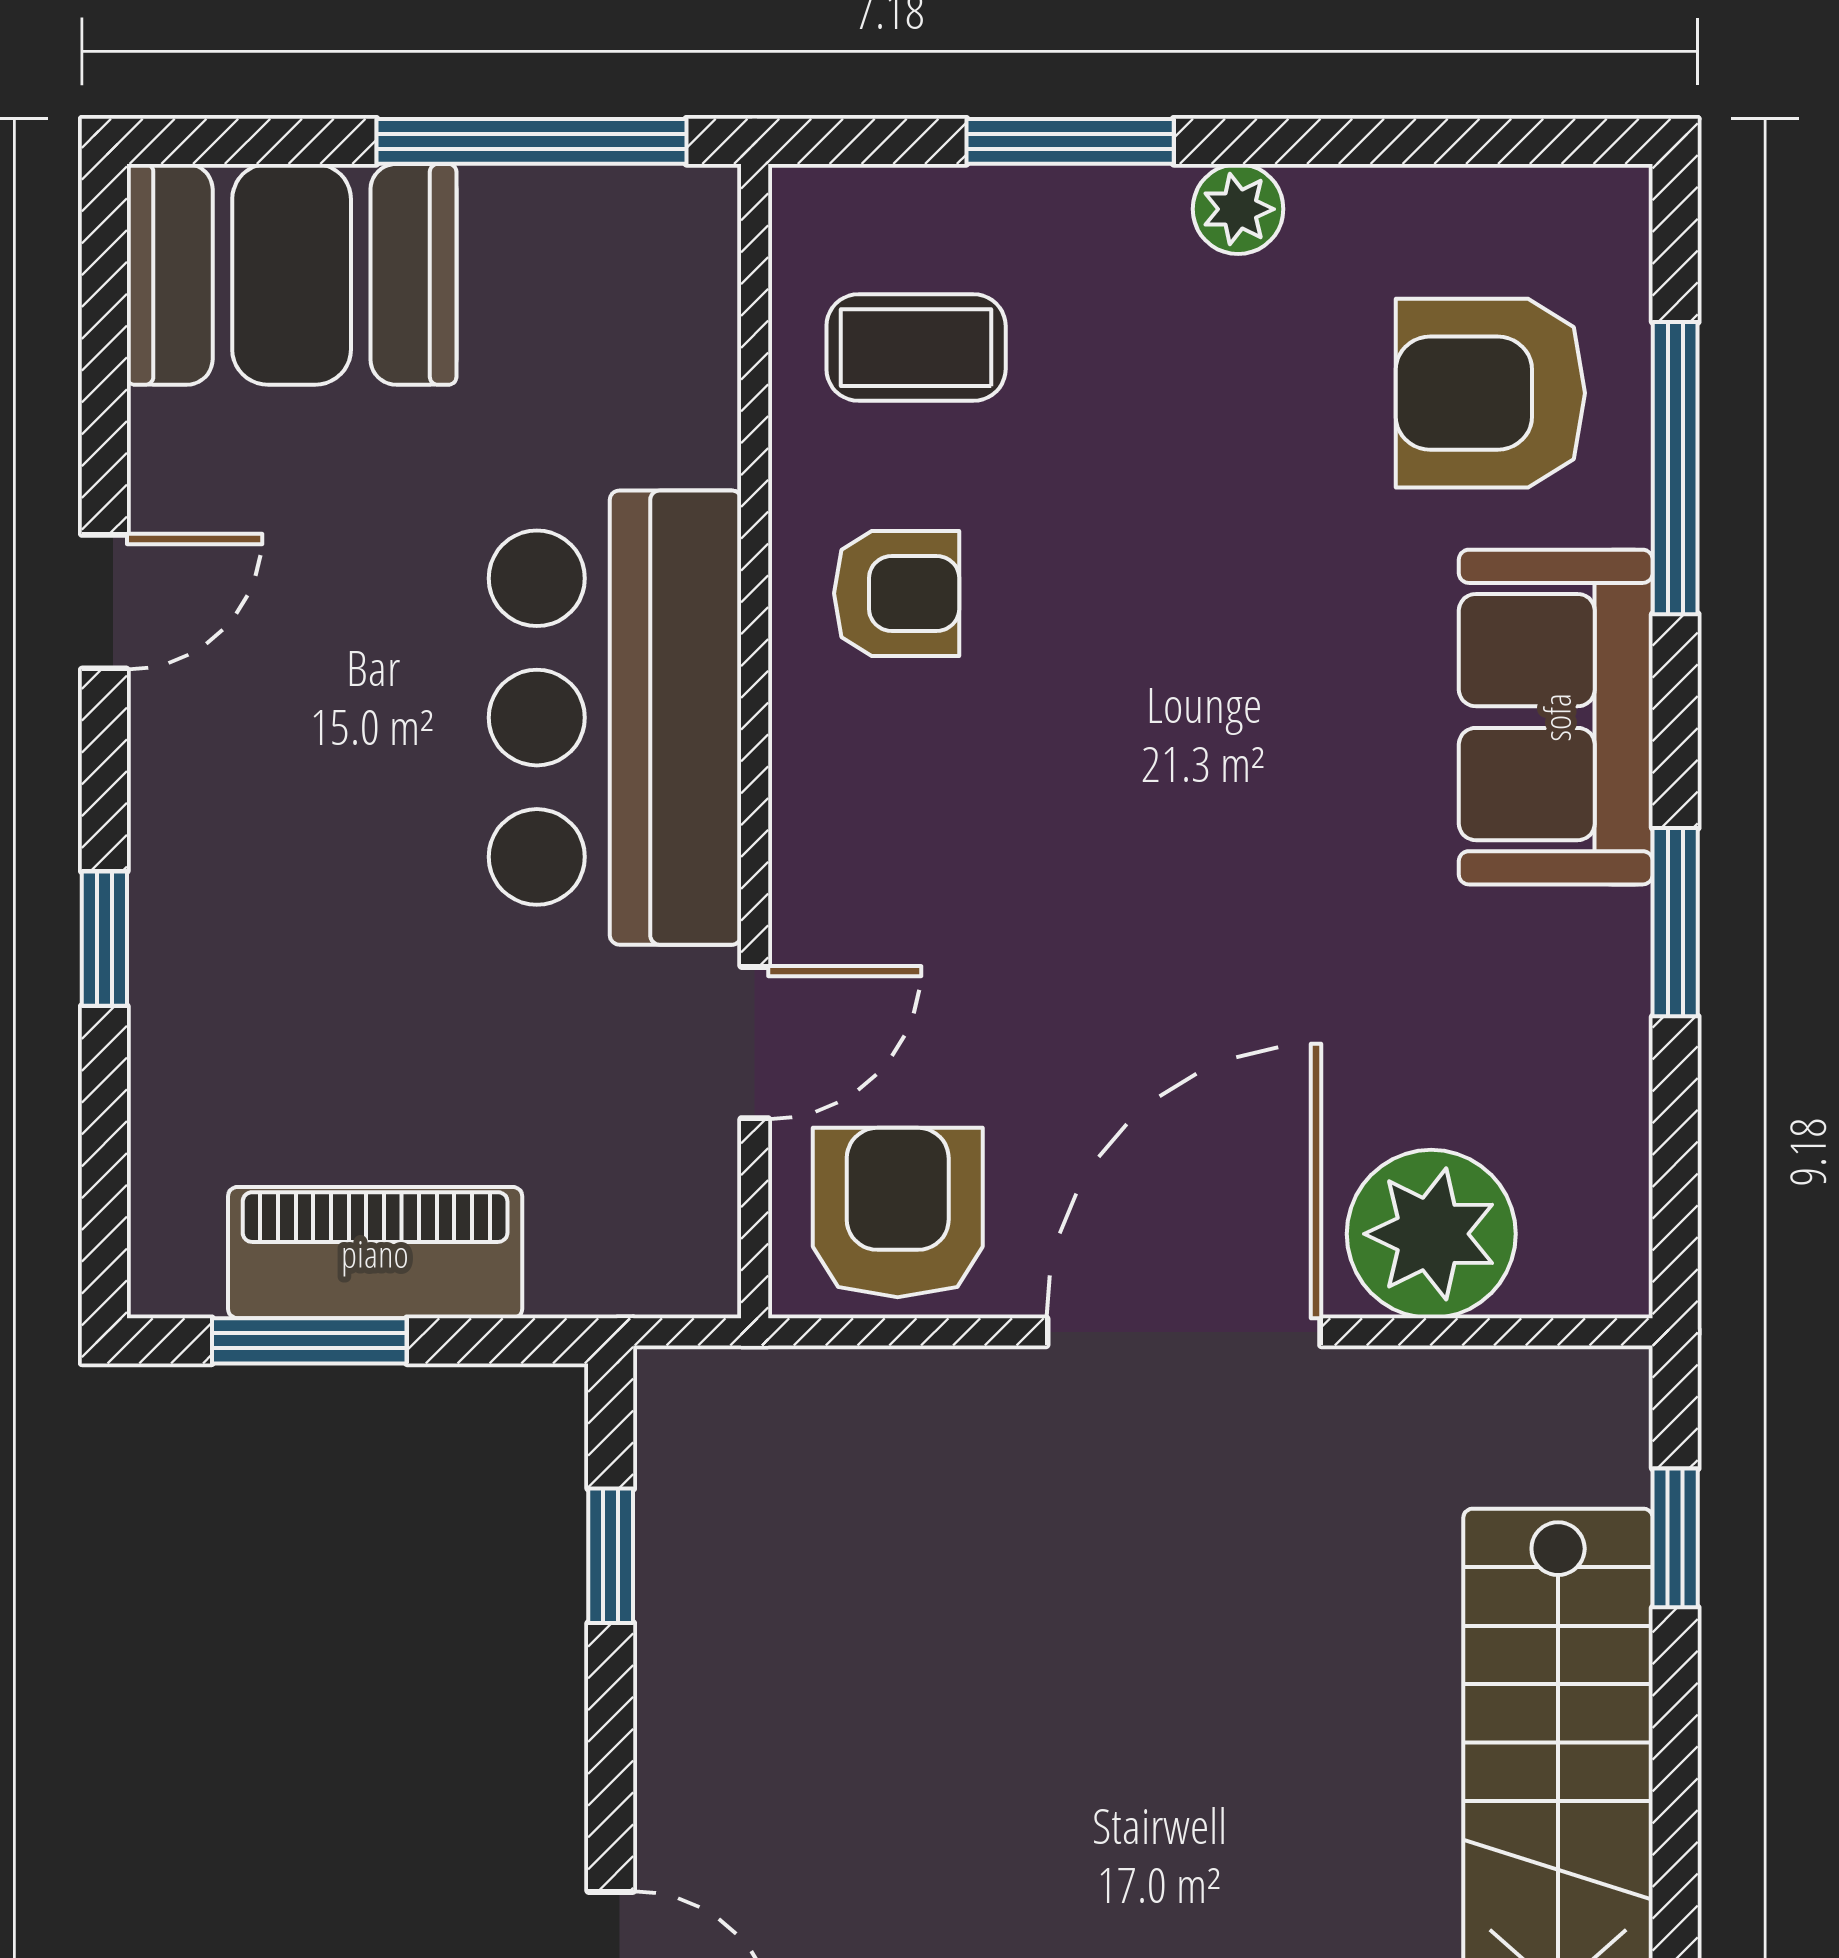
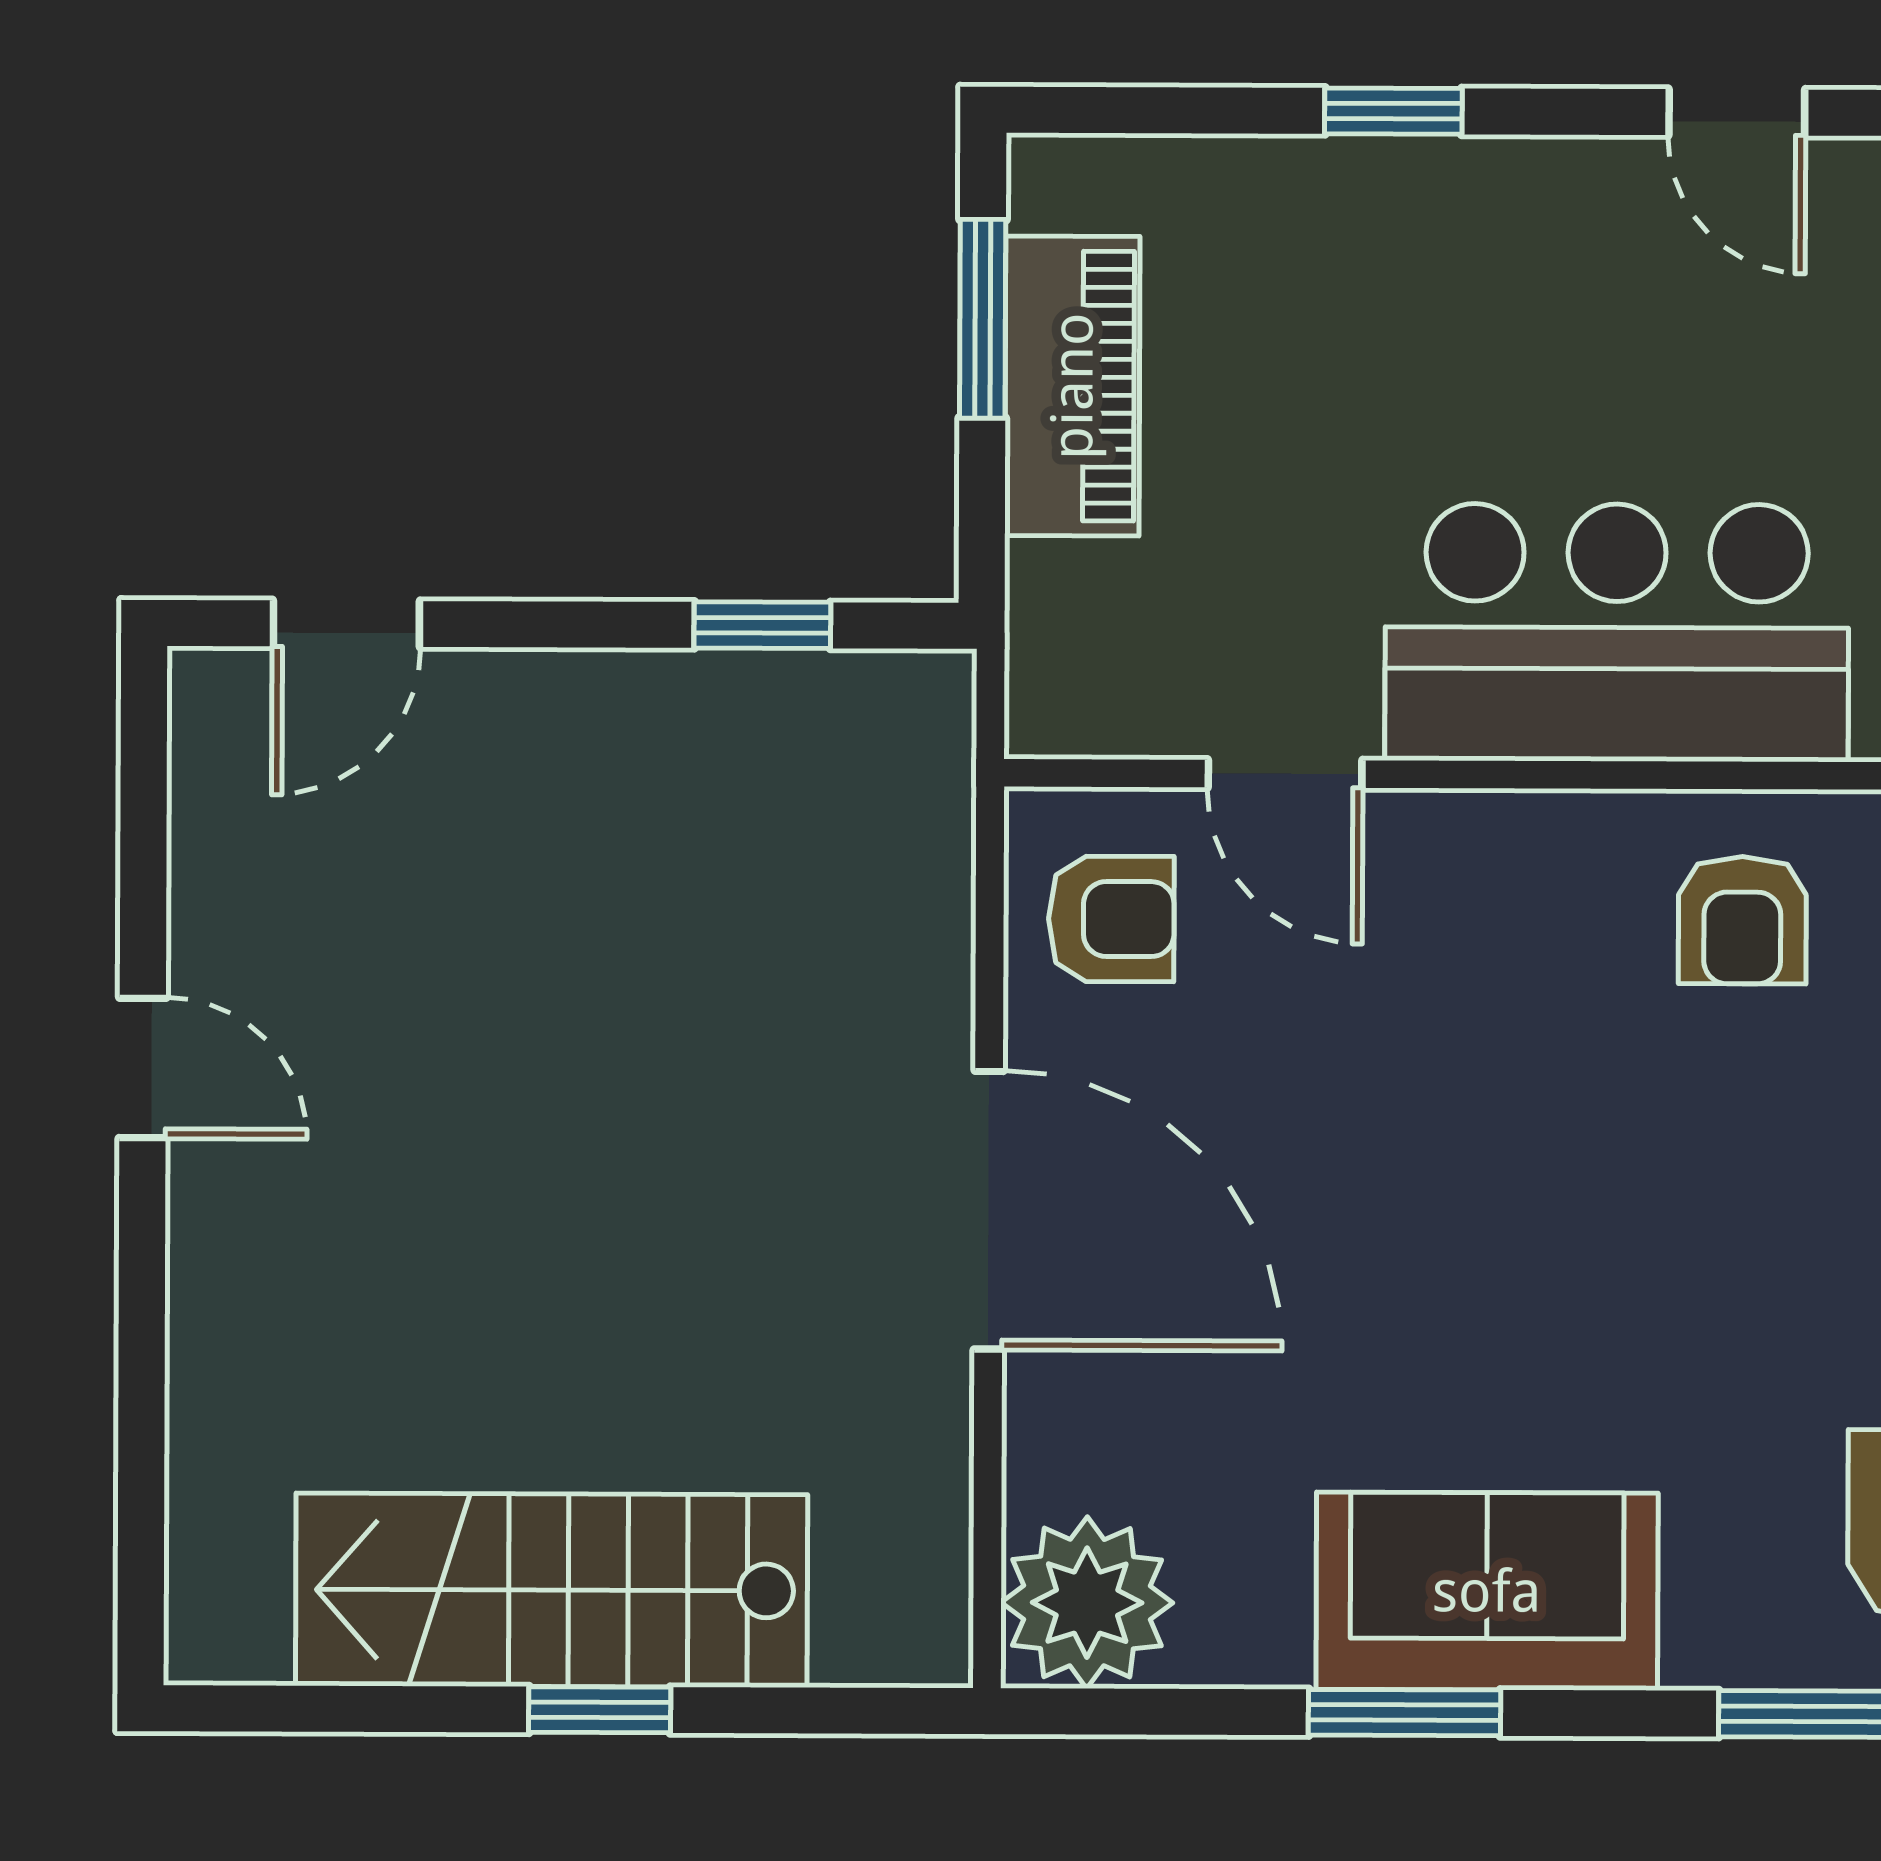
sofa: (1556, 717) -> (1487, 1591), moved
armchair: (898, 1213) -> (1111, 919), width x0.72, depth x0.72
plant: (1431, 1234) -> (1087, 1603), moved
window: (1675, 1538) -> (600, 1710), moved

